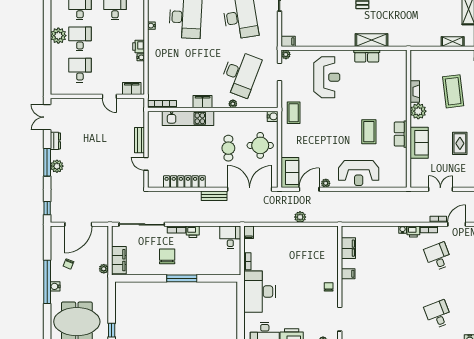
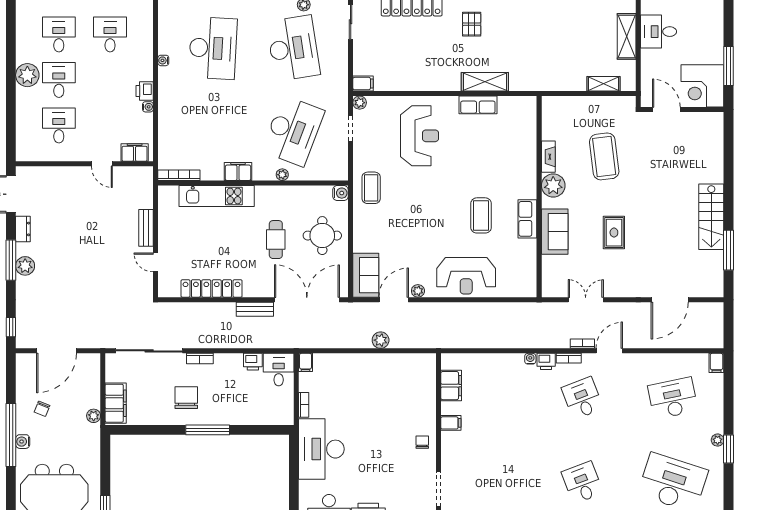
printer: (193, 232) -> (253, 362), moved

